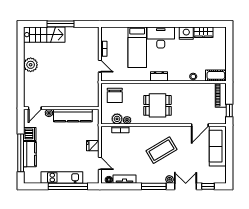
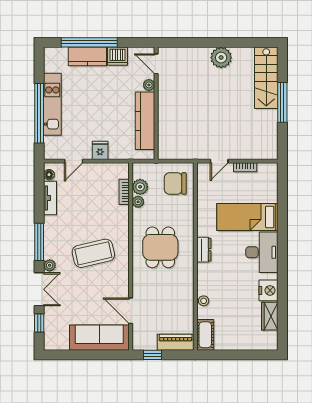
coffee table: (161, 150) -> (93, 253), turned -72

